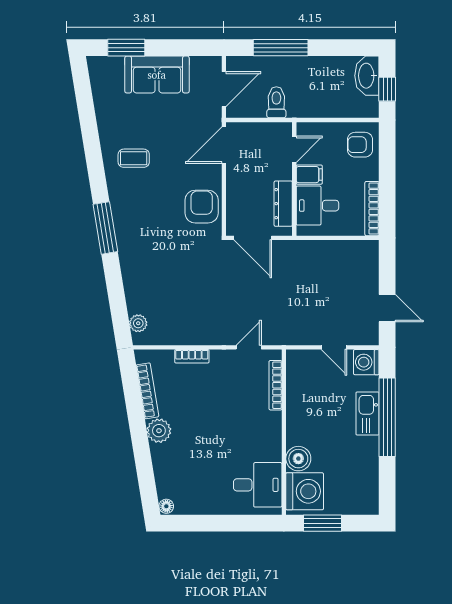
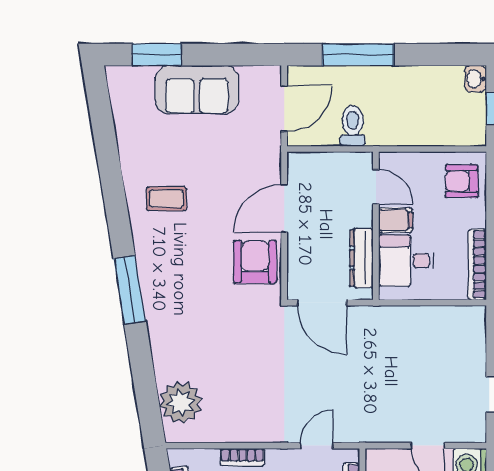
washbasin: (367, 76) -> (476, 79), width x0.52, depth x0.69
door: (224, 145) -> (284, 208), moved
door: (294, 149) -> (376, 187), hinge flipped
plant: (138, 323) -> (181, 403), width x1.87, depth x1.87

